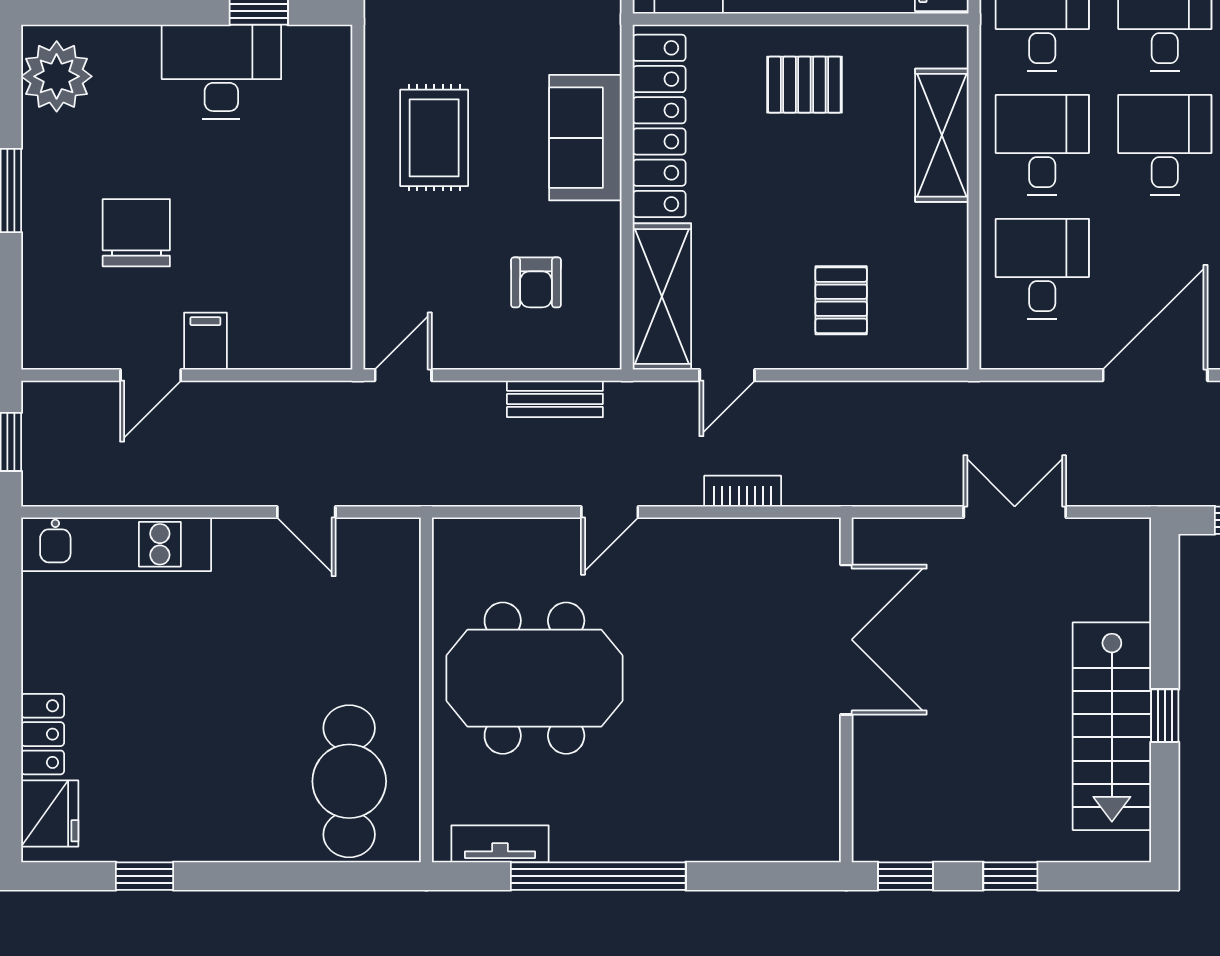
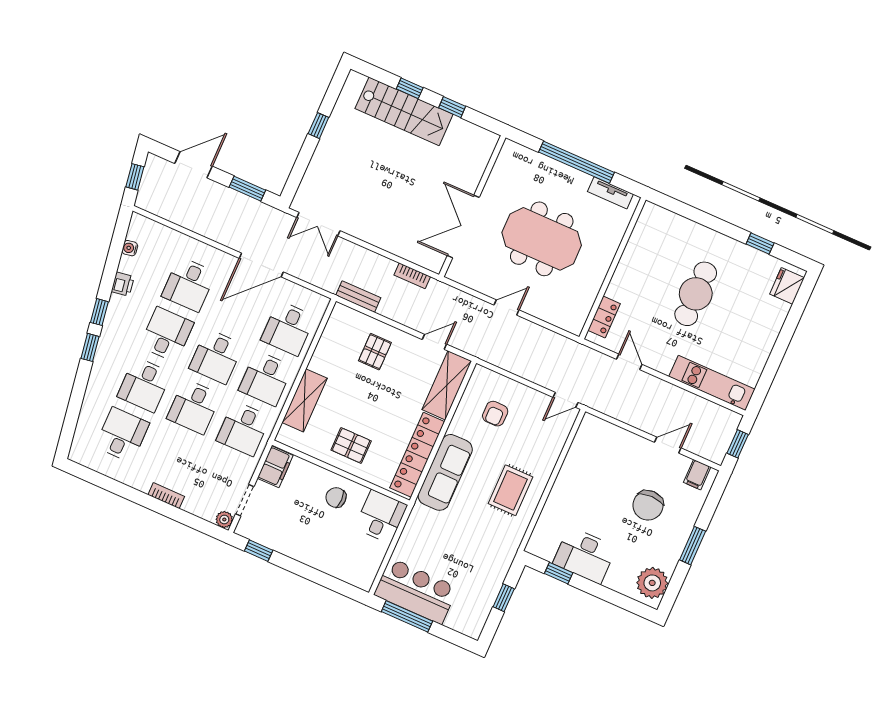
sofa: (585, 138) -> (445, 472), width x1.36
armchair: (536, 282) -> (495, 414), turned 180
filing cabinet: (205, 341) -> (697, 475), moved
bench: (555, 399) -> (358, 297), moved
bookcase: (743, 491) -> (412, 276), moved
double door: (1015, 512) -> (318, 224), moved
double door: (846, 640) -> (463, 227), moved
meeting table: (534, 678) -> (542, 239), moved
wall: (846, 690) -> (472, 206), moved
stairs: (1112, 726) -> (404, 111), moved, turned 90
locker: (43, 734) -> (604, 317), moved, turned 180
cafe table: (349, 781) -> (696, 294), moved

